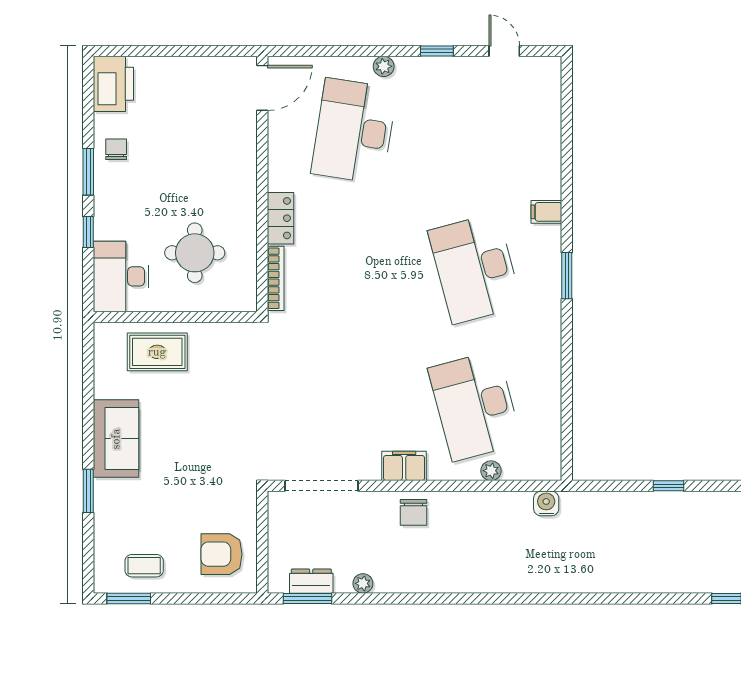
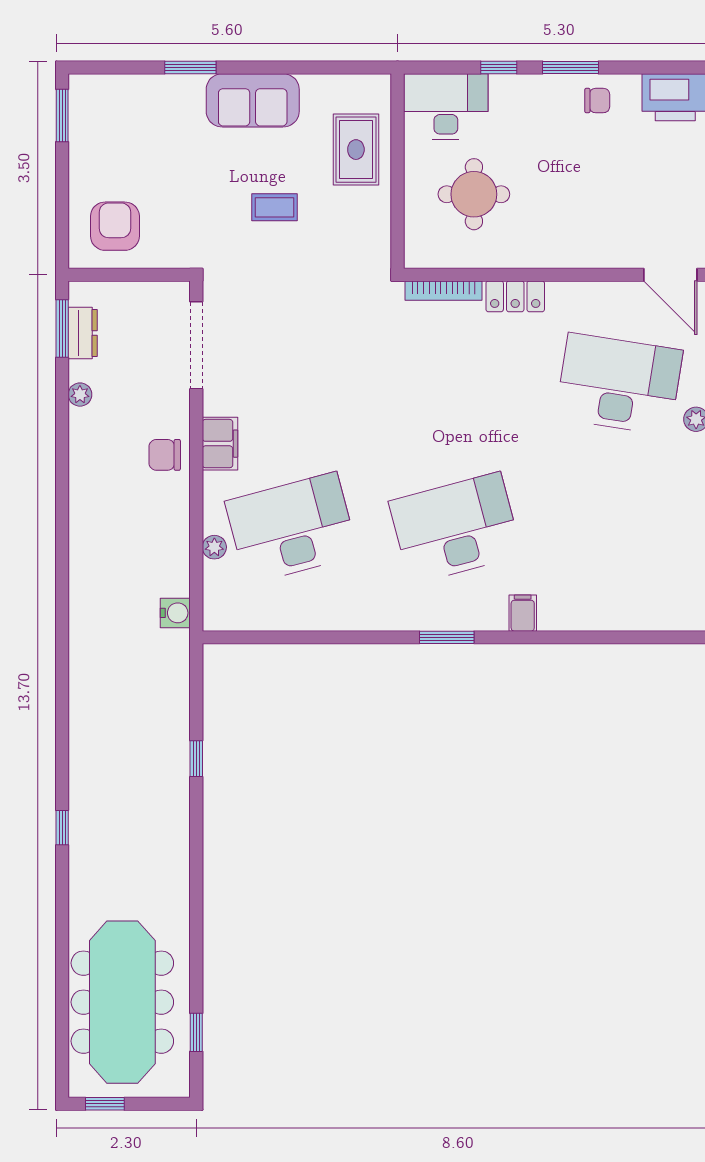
coffee table: (144, 566) -> (275, 207), moved, turned 90

